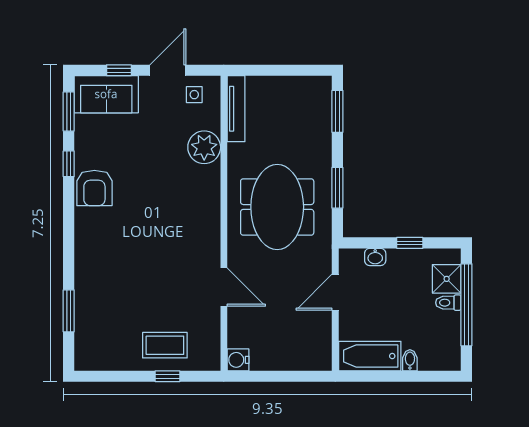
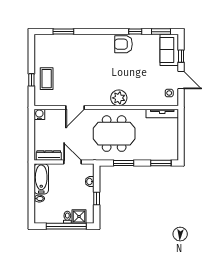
plant: (204, 147) -> (119, 98), moved
dresser: (322, 341) -> (49, 156), added

